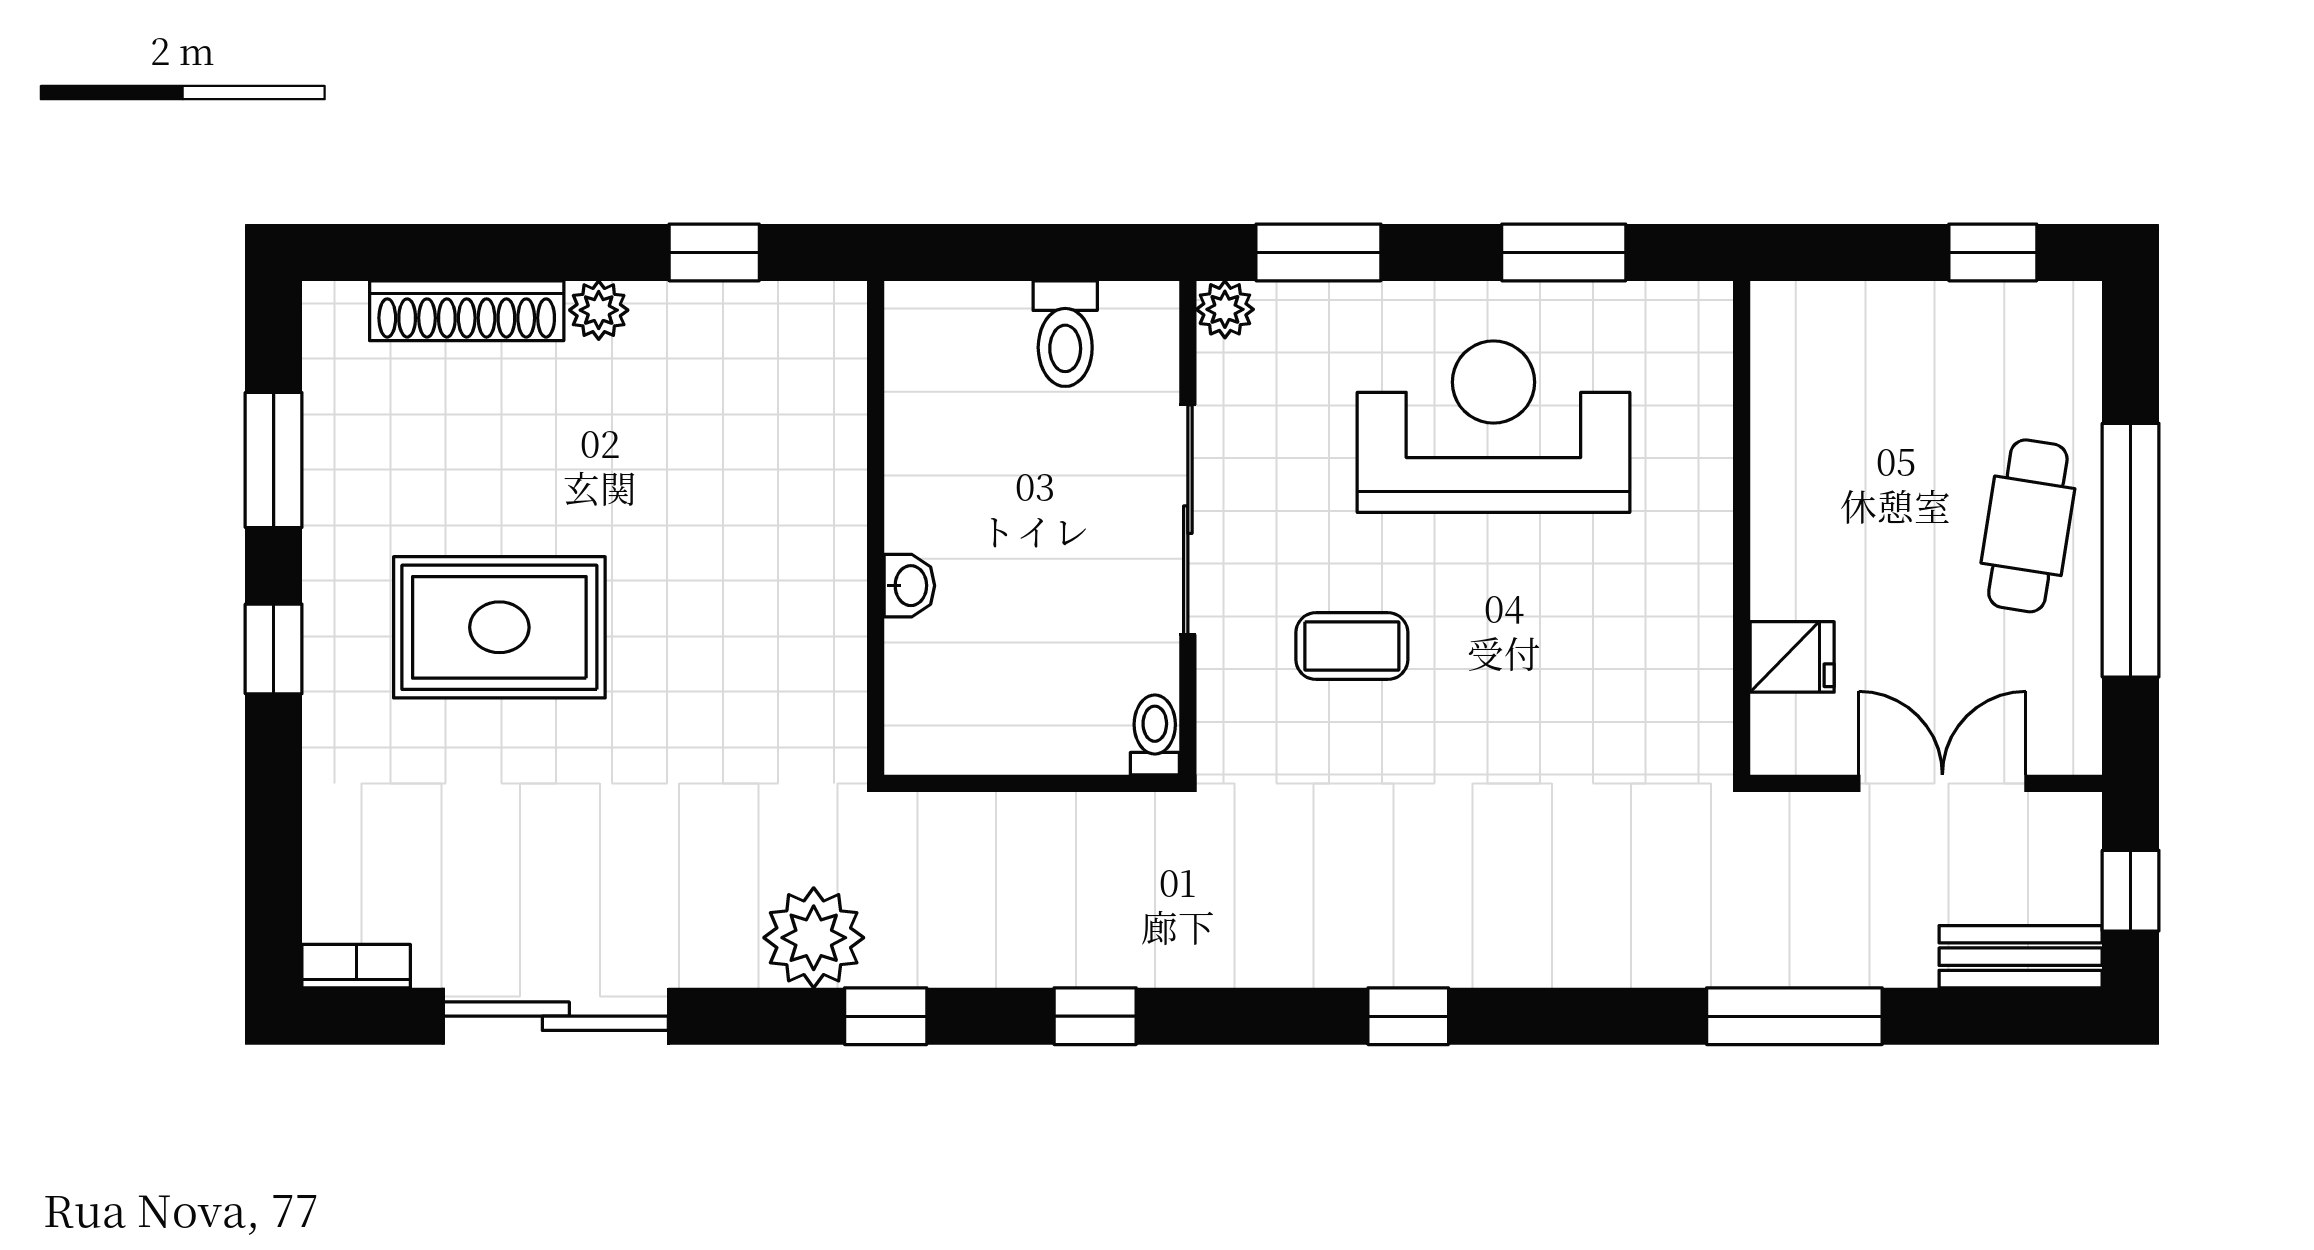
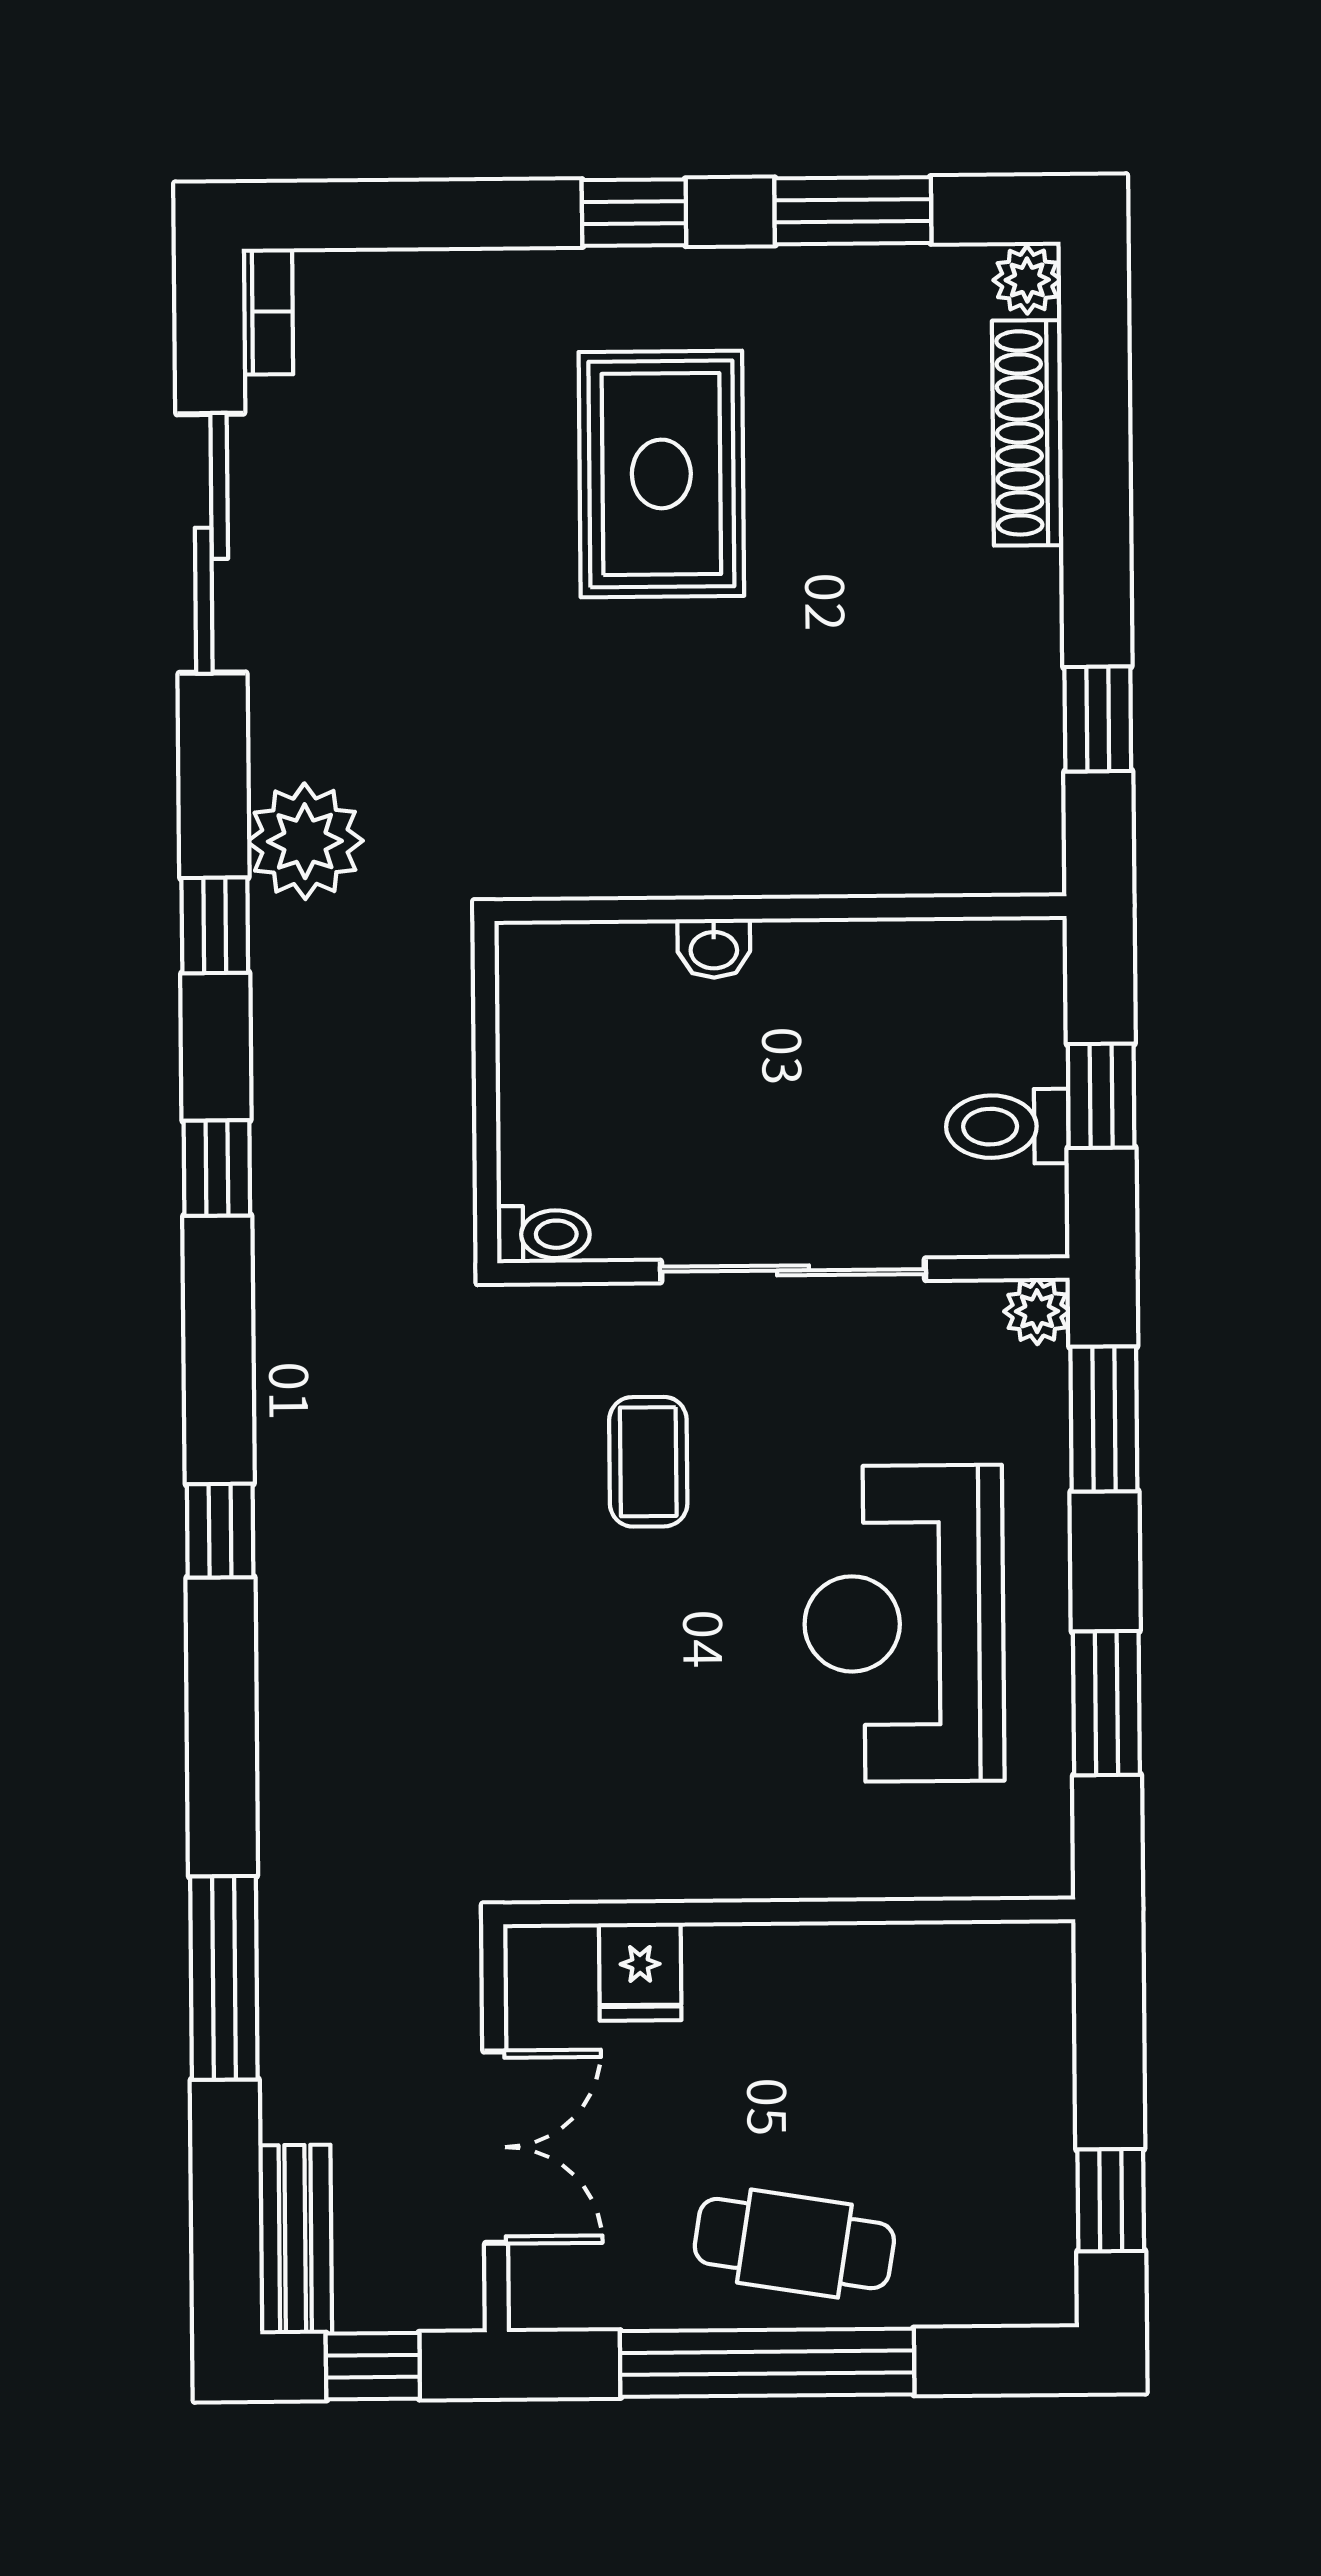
window: (1039, 252) -> (1101, 1096), added
plant: (599, 310) -> (1027, 280), moved
reception desk: (1493, 427) -> (904, 1623), turned 180

